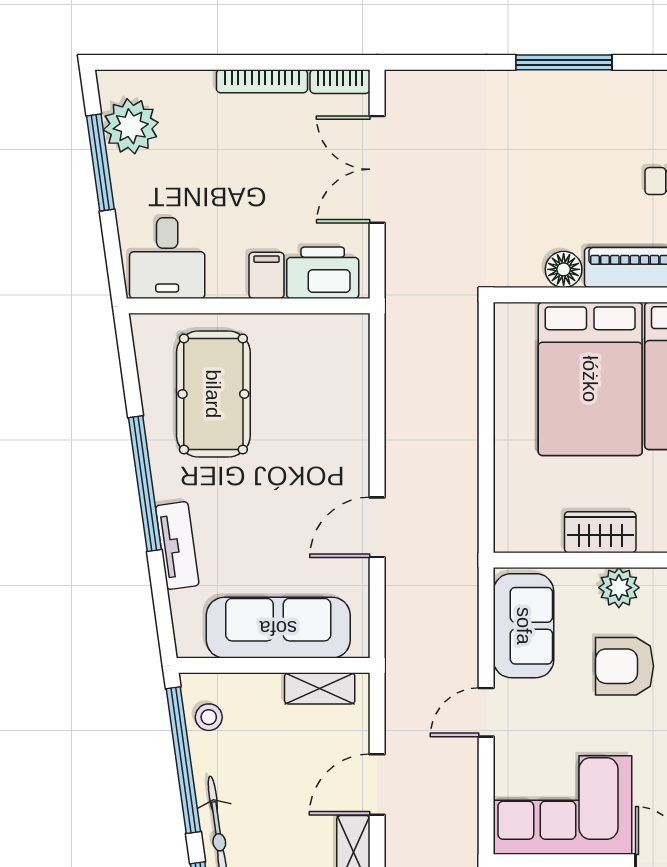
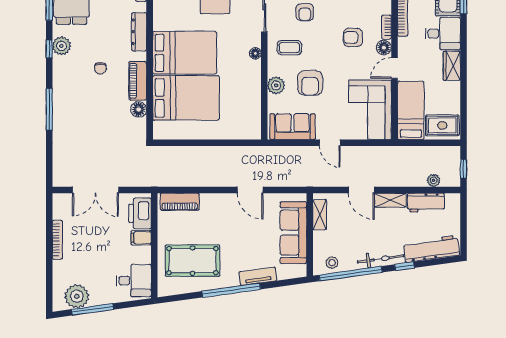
bookcase: (340, 82) -> (57, 206), removed
piano: (350, 364) -> (180, 202), added
wardrobe: (600, 532) -> (252, 94), removed

